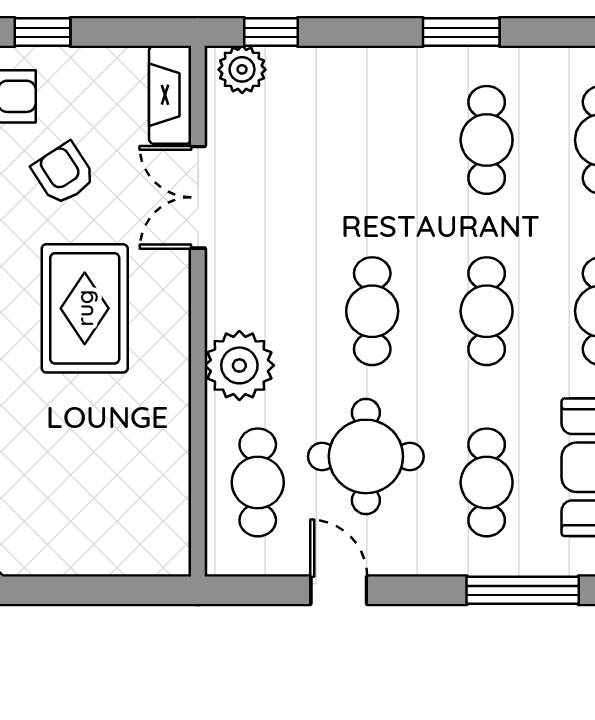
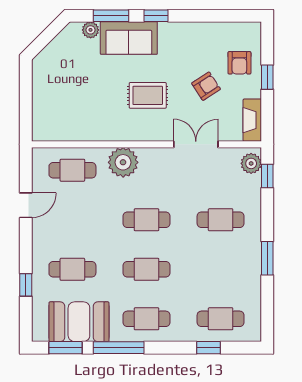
fireplace: (170, 95) -> (252, 120), moved, turned -90
cafe table: (487, 140) -> (221, 220), moved
rug: (85, 308) -> (148, 95), width x0.73, depth x0.70
round table: (366, 456) -> (84, 217), removed
window: (523, 590) -> (26, 285), width x0.46

